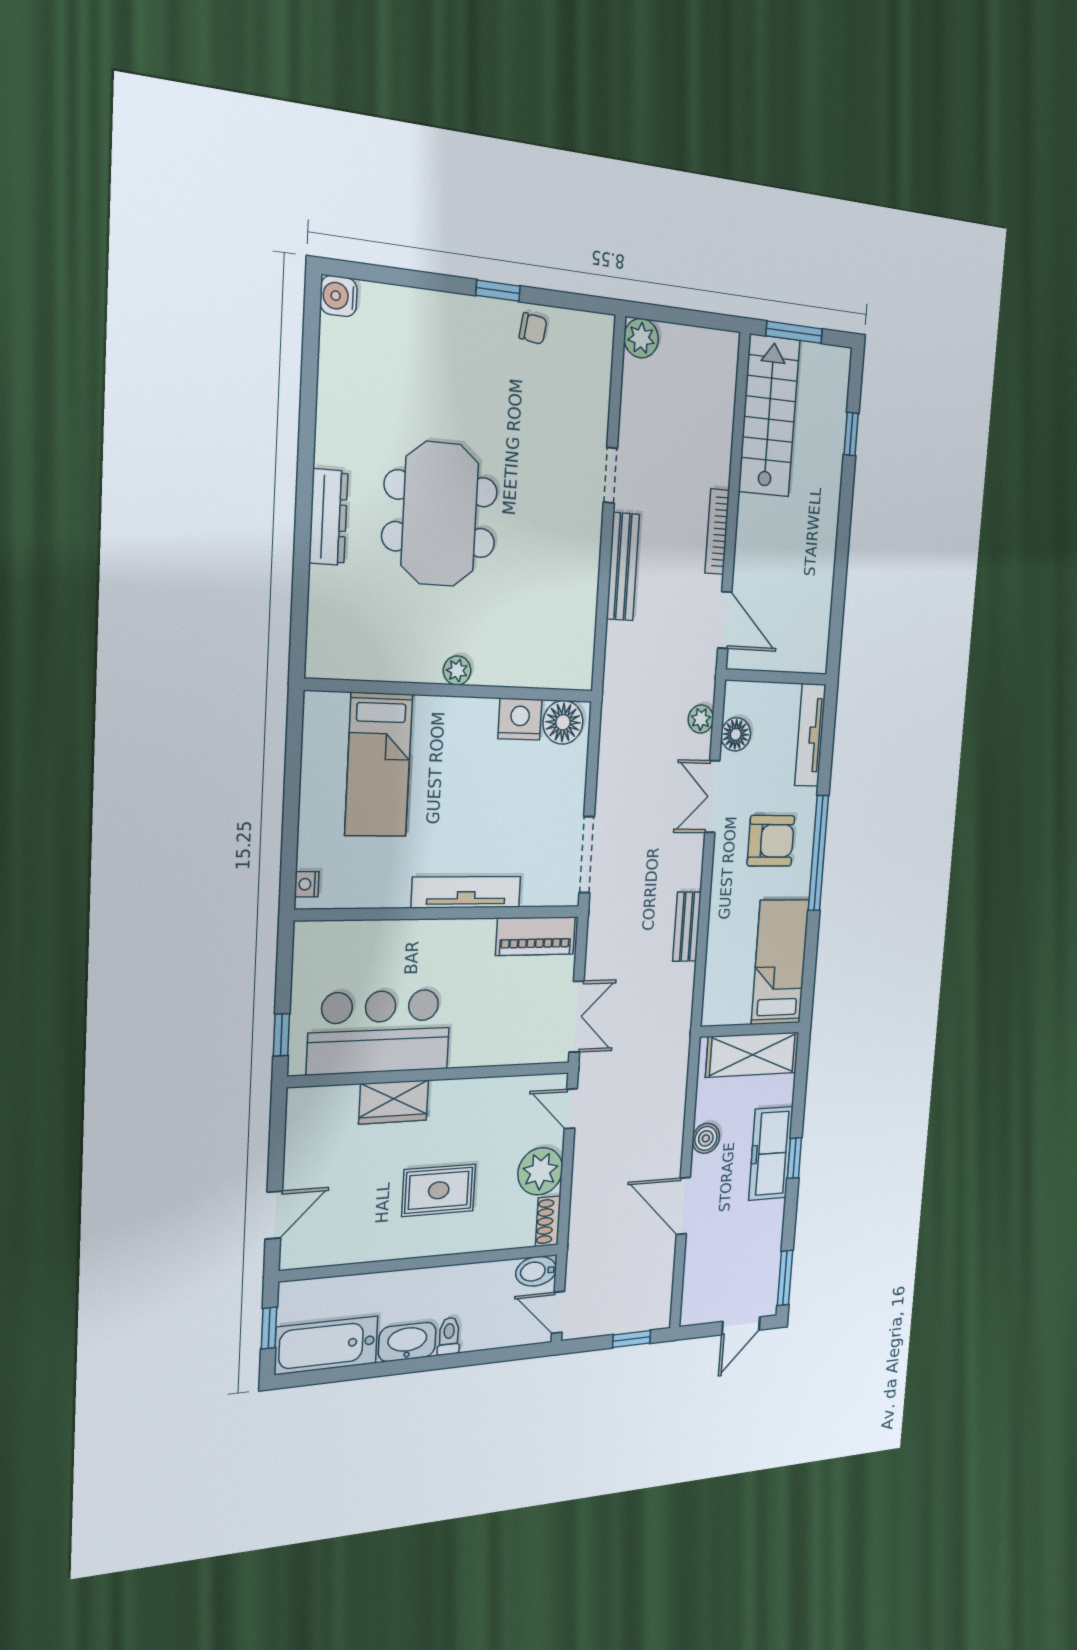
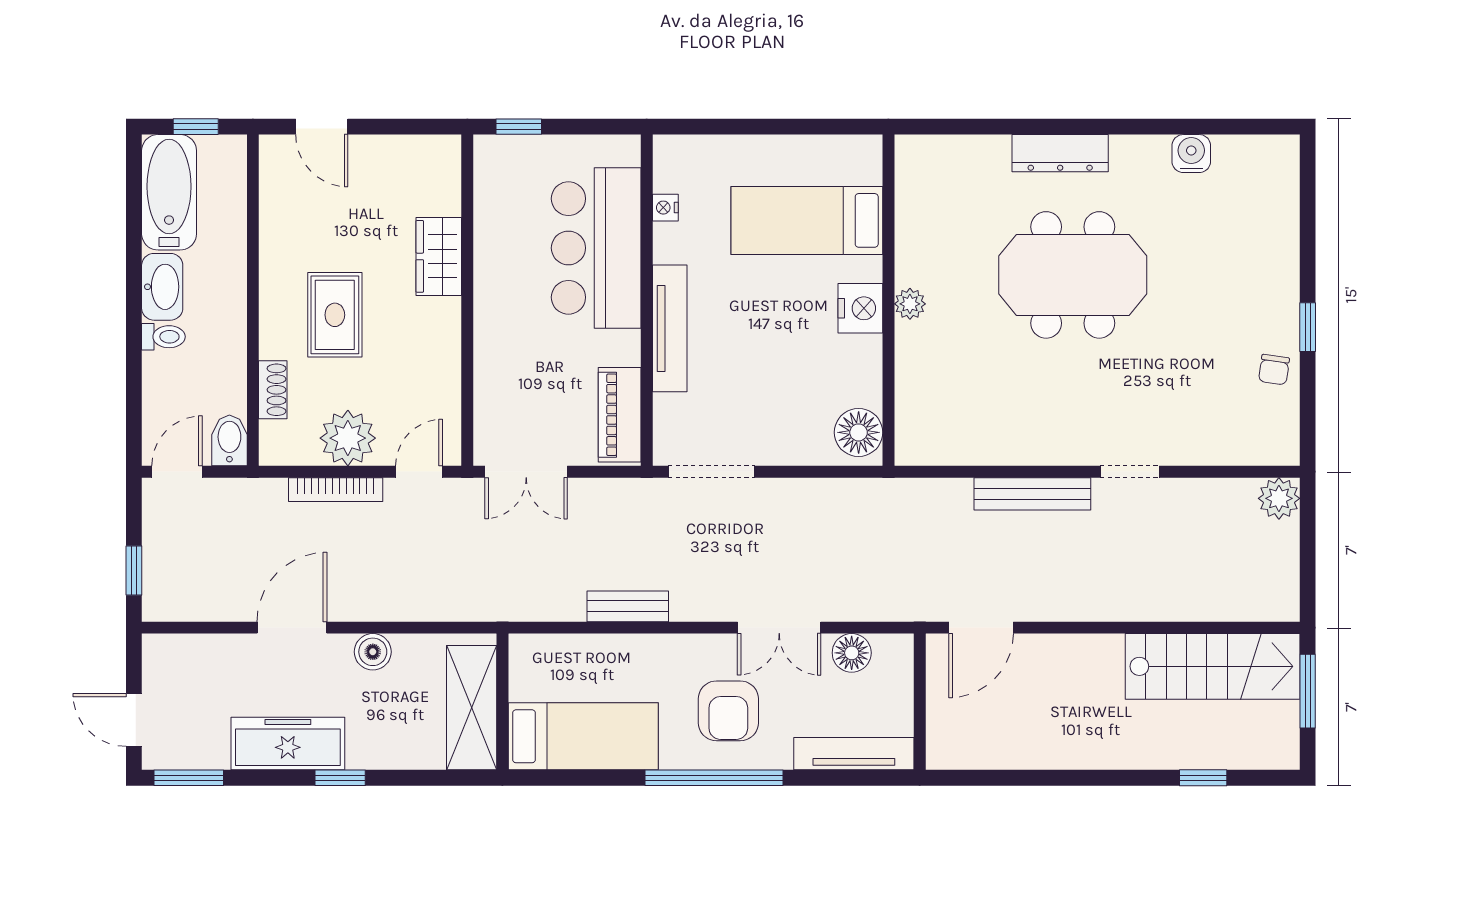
water cooler: (339, 296) -> (1191, 154), moved
bookcase: (717, 532) -> (336, 490), moved, turned 180
nightstand: (520, 719) -> (860, 308), moved
plant: (701, 719) -> (868, 606), removed
double door: (712, 797) -> (779, 628), swing flipped
nightstand: (307, 884) -> (665, 208), moved, turned -90
bar counter: (379, 1032) -> (596, 248), moved, turned 180
freezer: (771, 1153) -> (288, 744), moved
shoe rack: (548, 1221) -> (273, 390), moved, turned 90

